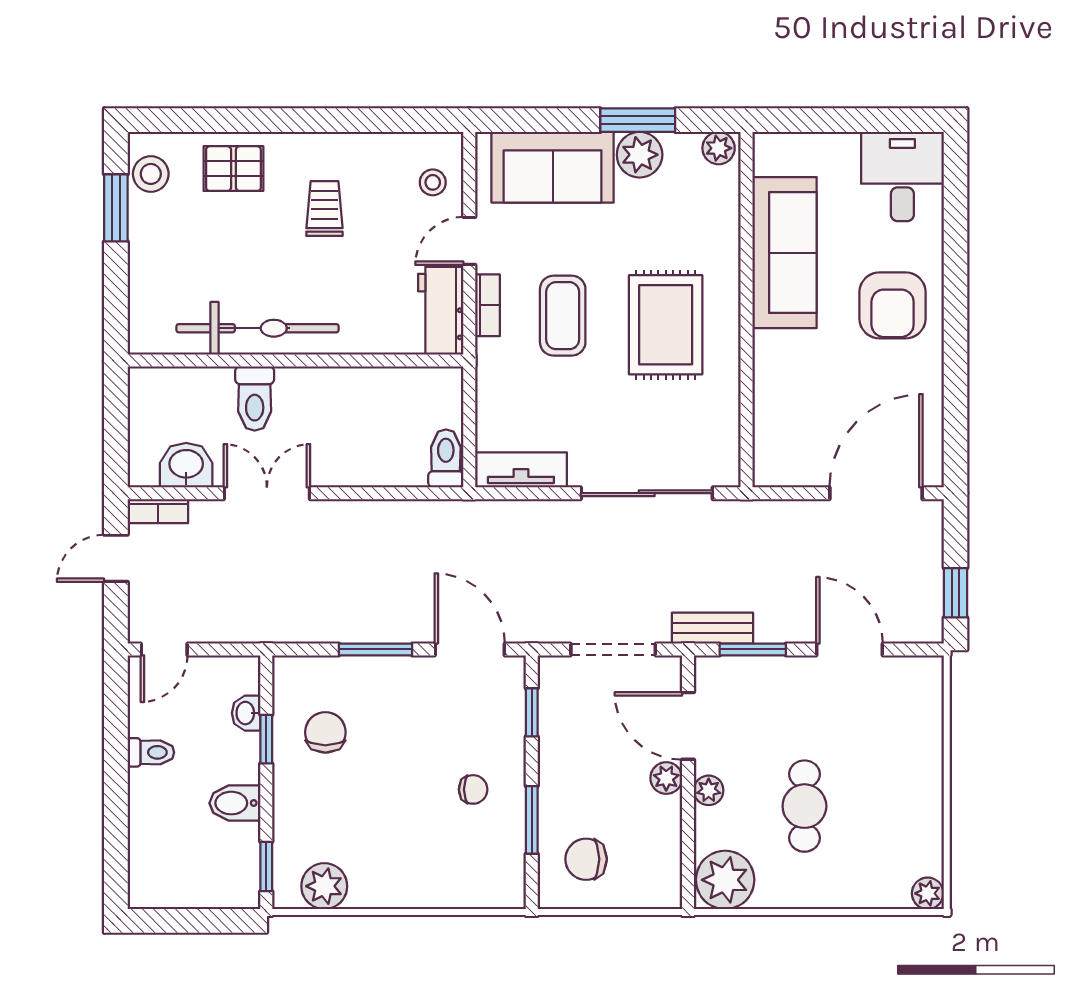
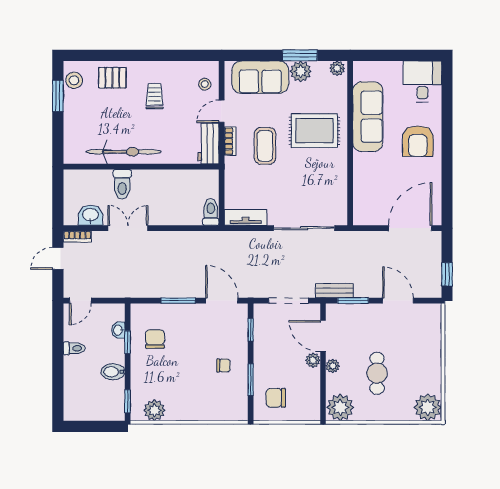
rug: (666, 325) -> (314, 131), moved, turned 90
plant: (928, 893) -> (428, 407), width x1.88, depth x1.88

